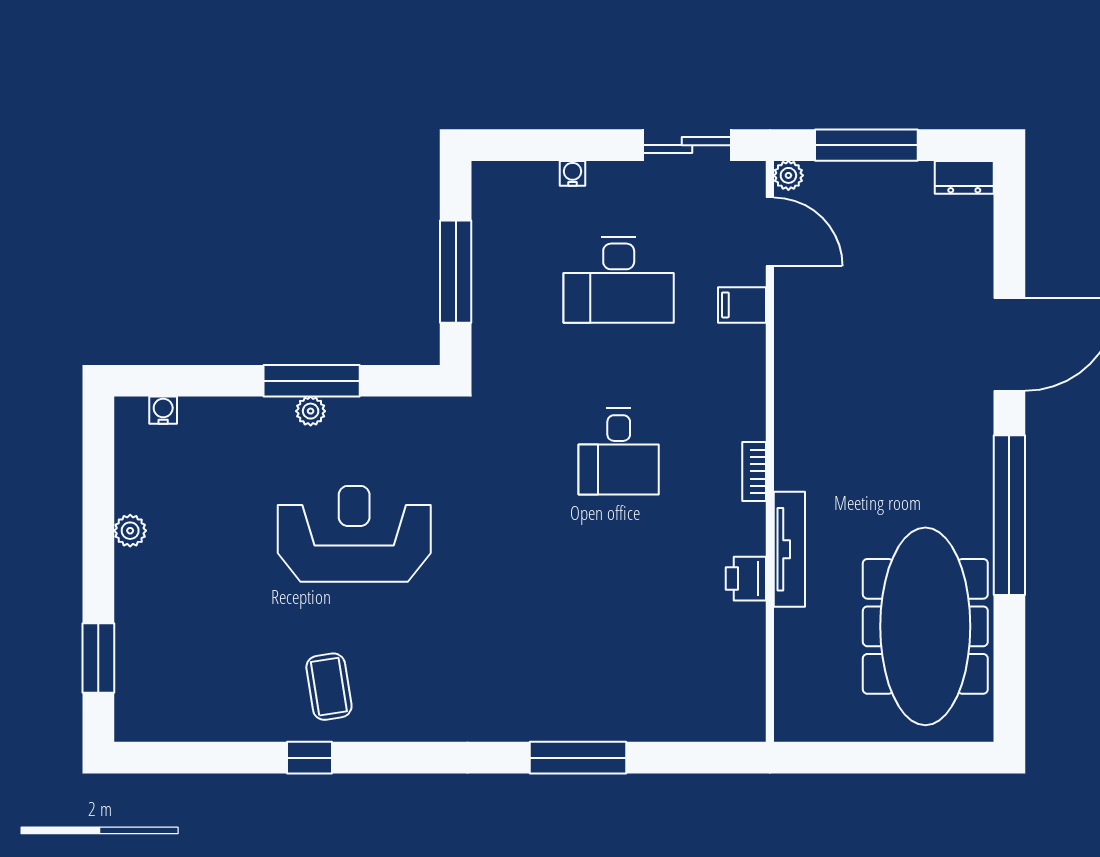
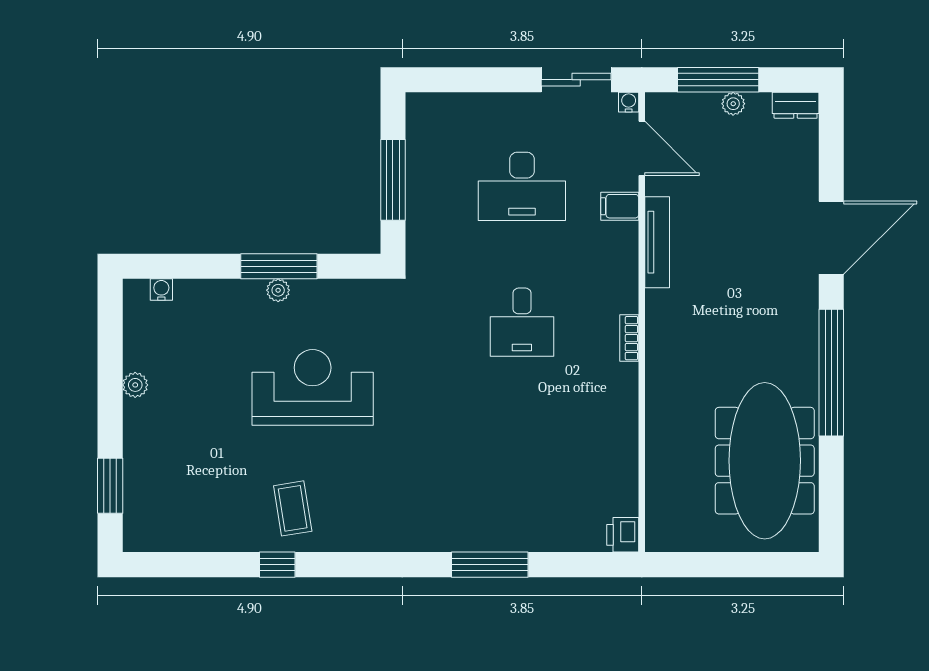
water cooler: (572, 173) -> (629, 102), moved
plant: (788, 175) -> (733, 104), moved
tv unit: (789, 549) -> (657, 242), moved
printer: (746, 579) -> (623, 535), moved

